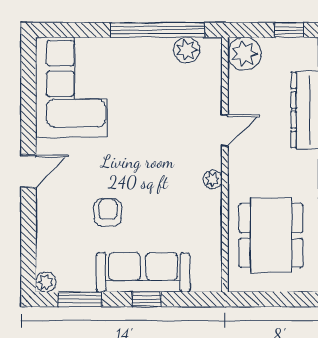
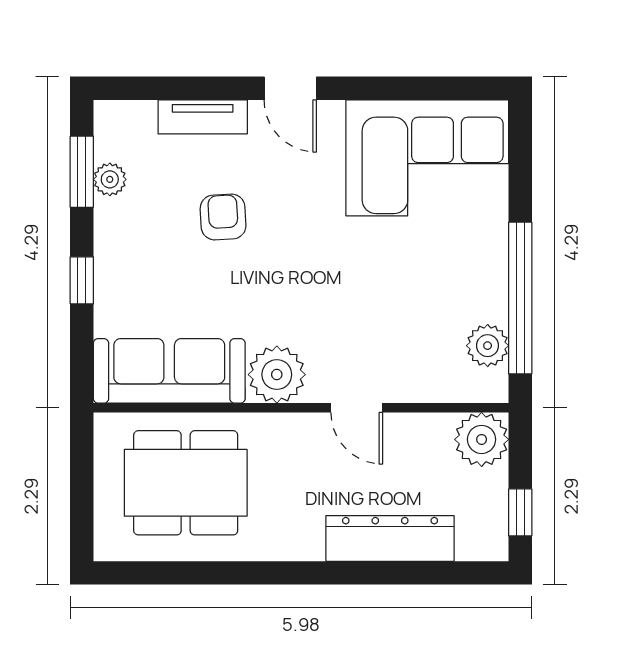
plant: (213, 180) -> (277, 375), width x1.88, depth x1.88
armchair: (108, 213) -> (223, 217), turned -93
tv unit: (46, 225) -> (203, 117), added
sofa: (143, 272) -> (169, 371), moved, turned -90
plant: (46, 282) -> (110, 179), moved

